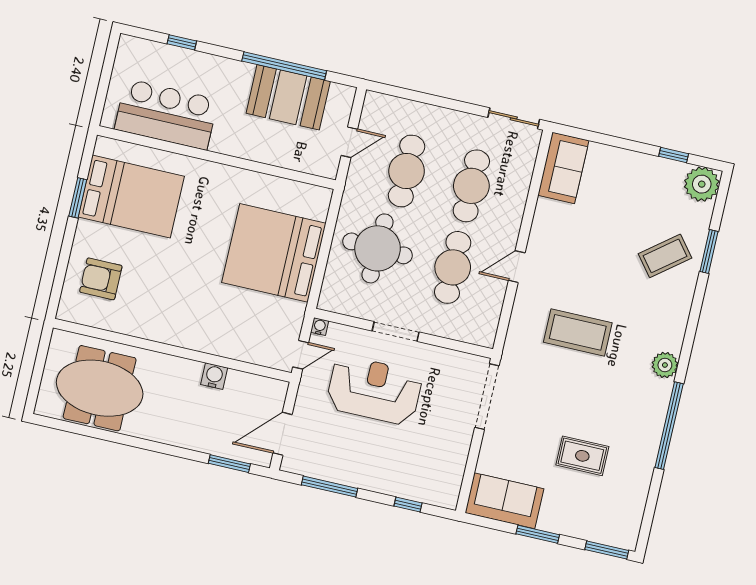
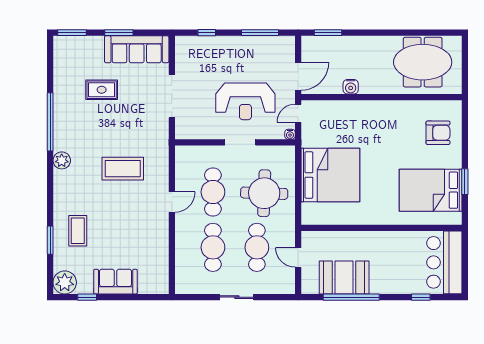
bar counter: (166, 114) -> (444, 262), moved, turned 90
sliding door: (514, 118) -> (237, 297), moved
door: (349, 142) -> (298, 257), hinge flipped
sofa: (563, 168) -> (116, 282), moved, turned 90
coffee table: (665, 256) -> (78, 231), turned -52
doorway: (487, 397) -> (172, 96), moved
door: (283, 434) -> (298, 76), moved
sofa: (504, 501) -> (137, 49), width x1.36

